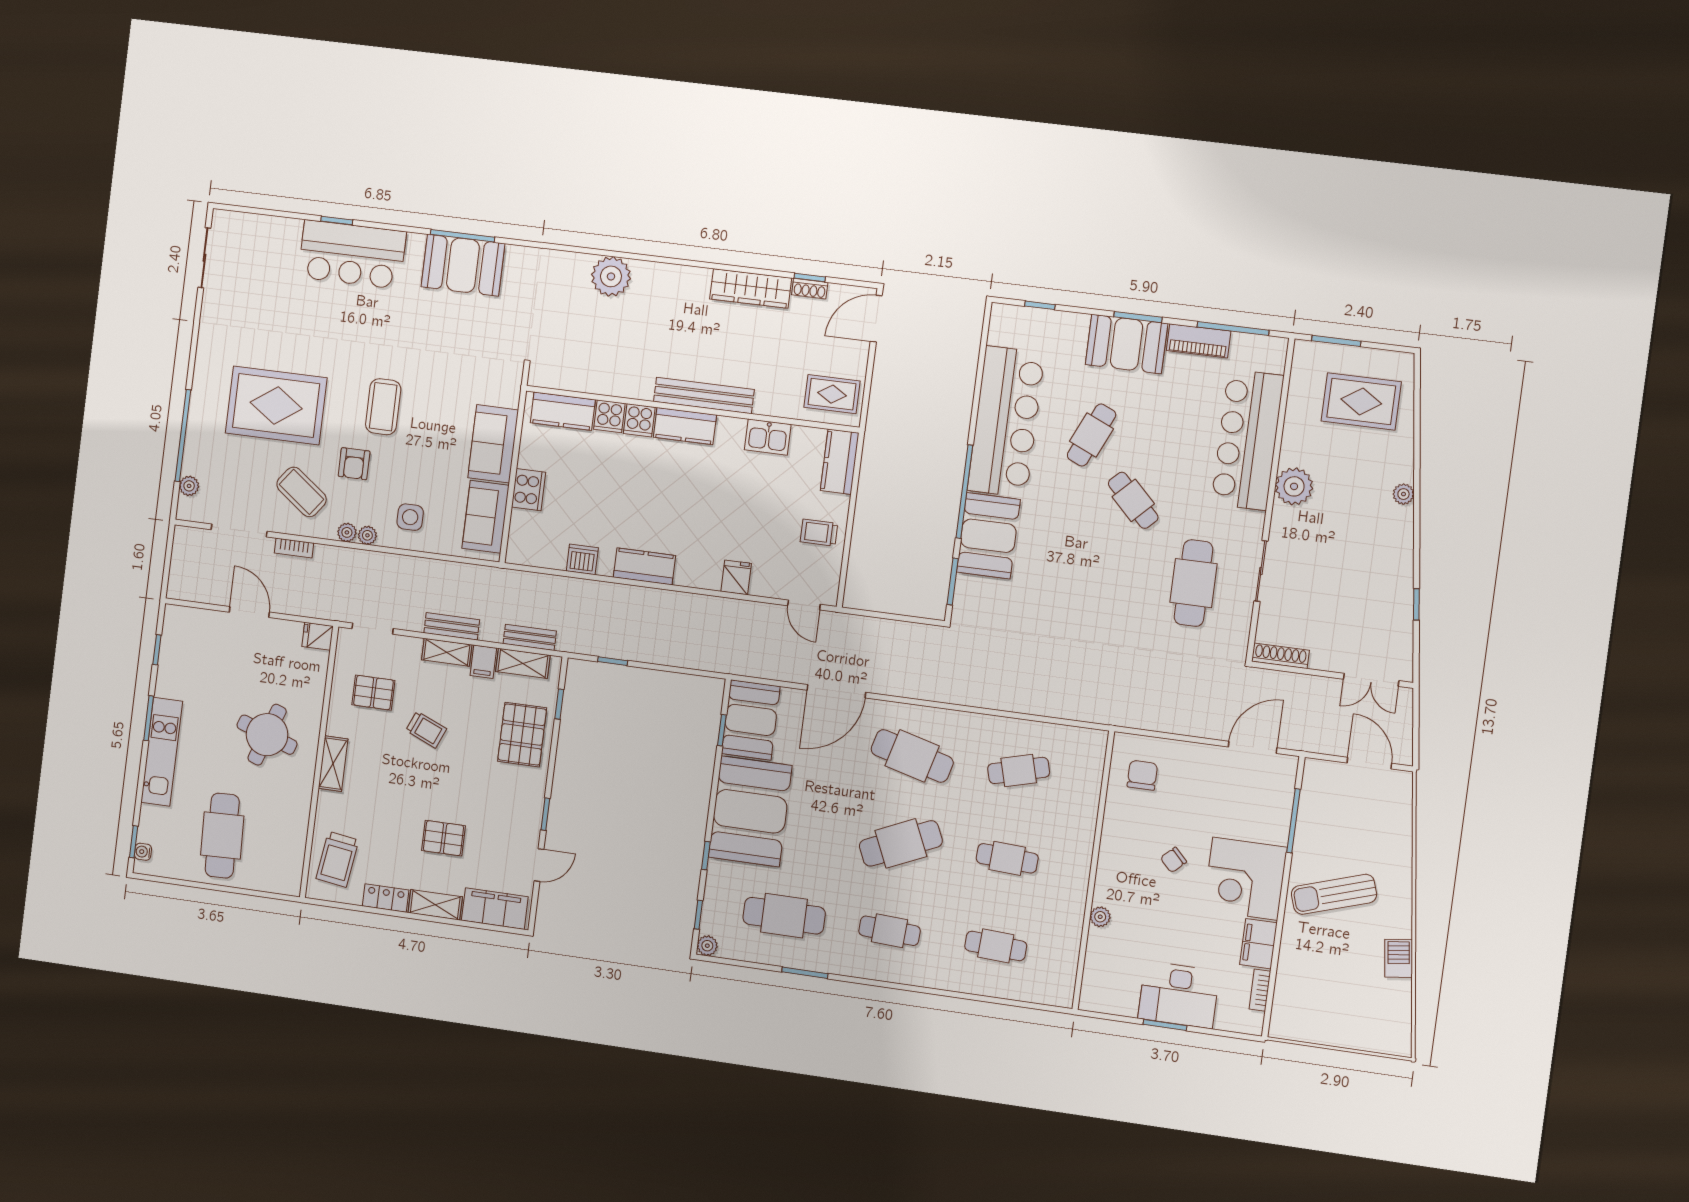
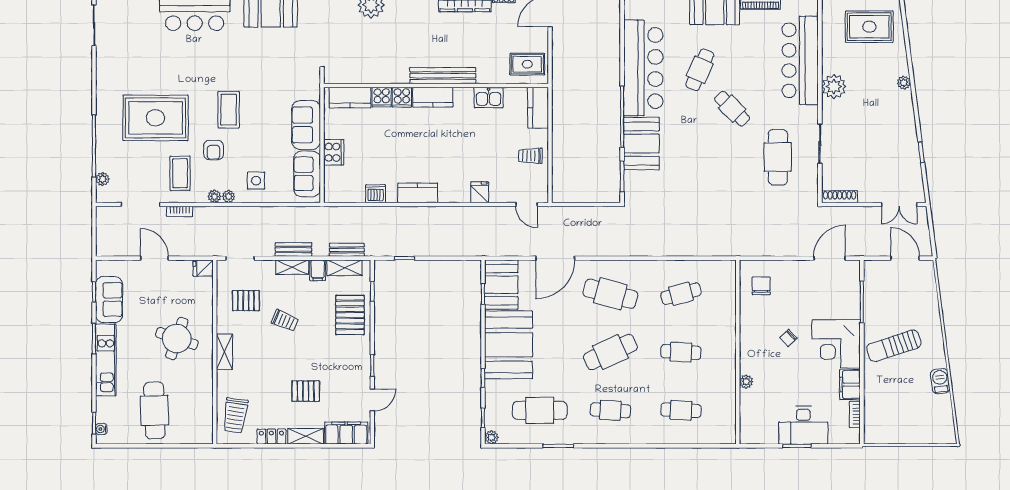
coffee table: (302, 492) -> (180, 173), turned 53
sofa: (177, 664) -> (109, 299), added

